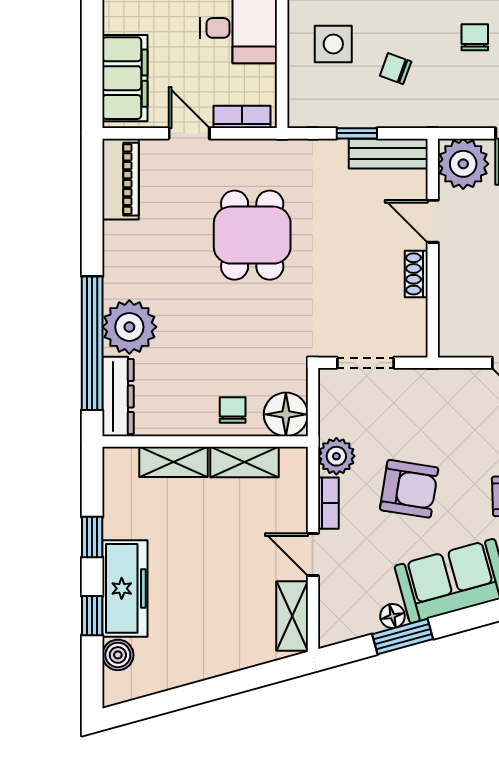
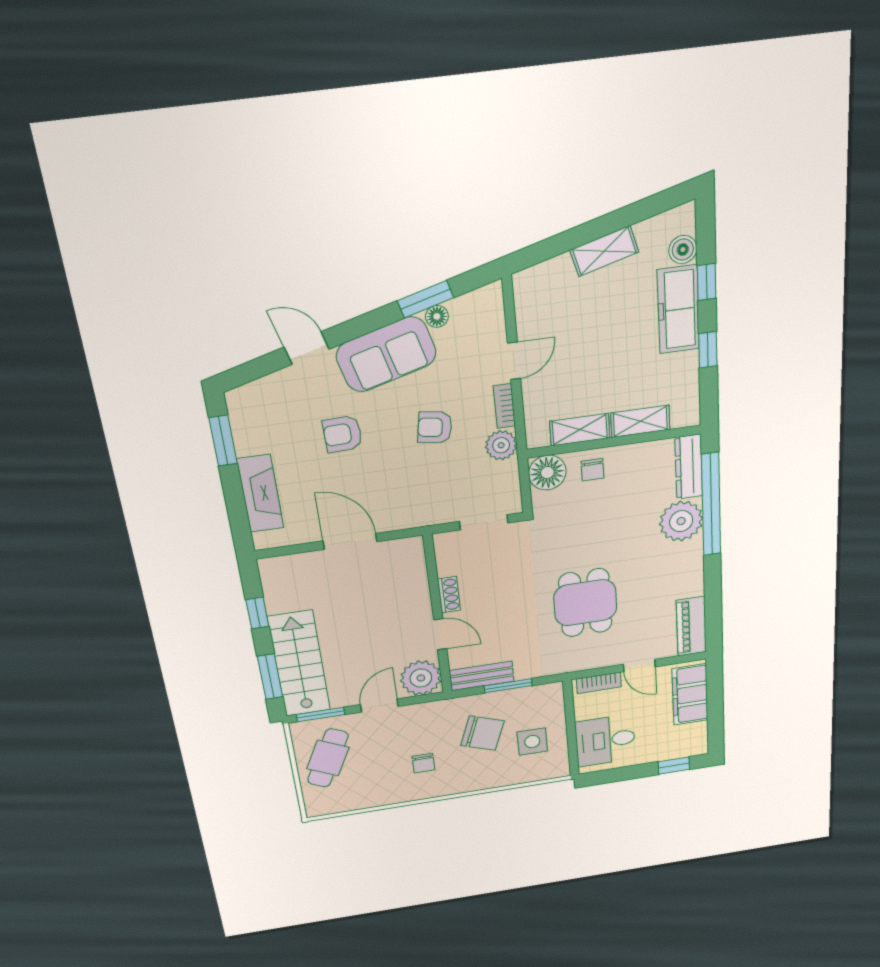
chair: (396, 69) -> (482, 733), width x1.87, depth x1.87
window: (357, 133) -> (508, 686), width x1.50
armchair: (409, 489) -> (435, 427), width x0.72, depth x0.72
door: (313, 554) -> (514, 361), hinge flipped
shelving: (292, 616) -> (604, 251), moved, turned 75

